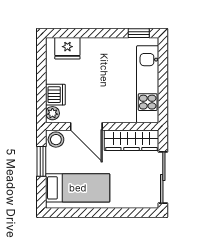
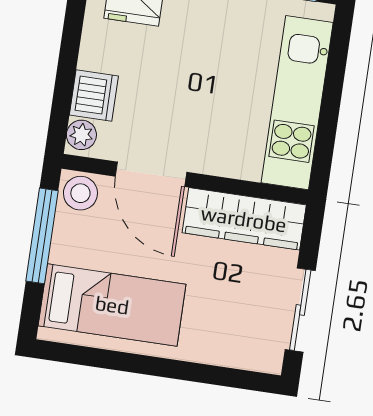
window: (41, 161) -> (42, 236), width x1.44
sliding door: (163, 178) -> (300, 310), width x0.73

